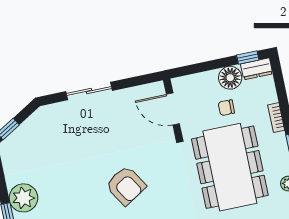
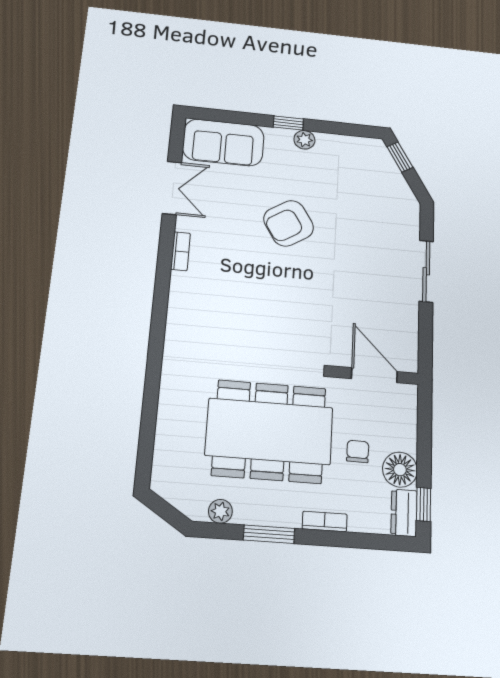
door: (173, 109) -> (374, 375), hinge flipped
armchair: (126, 186) -> (289, 223), moved
plant: (23, 198) -> (304, 140), width x0.53, depth x0.53

